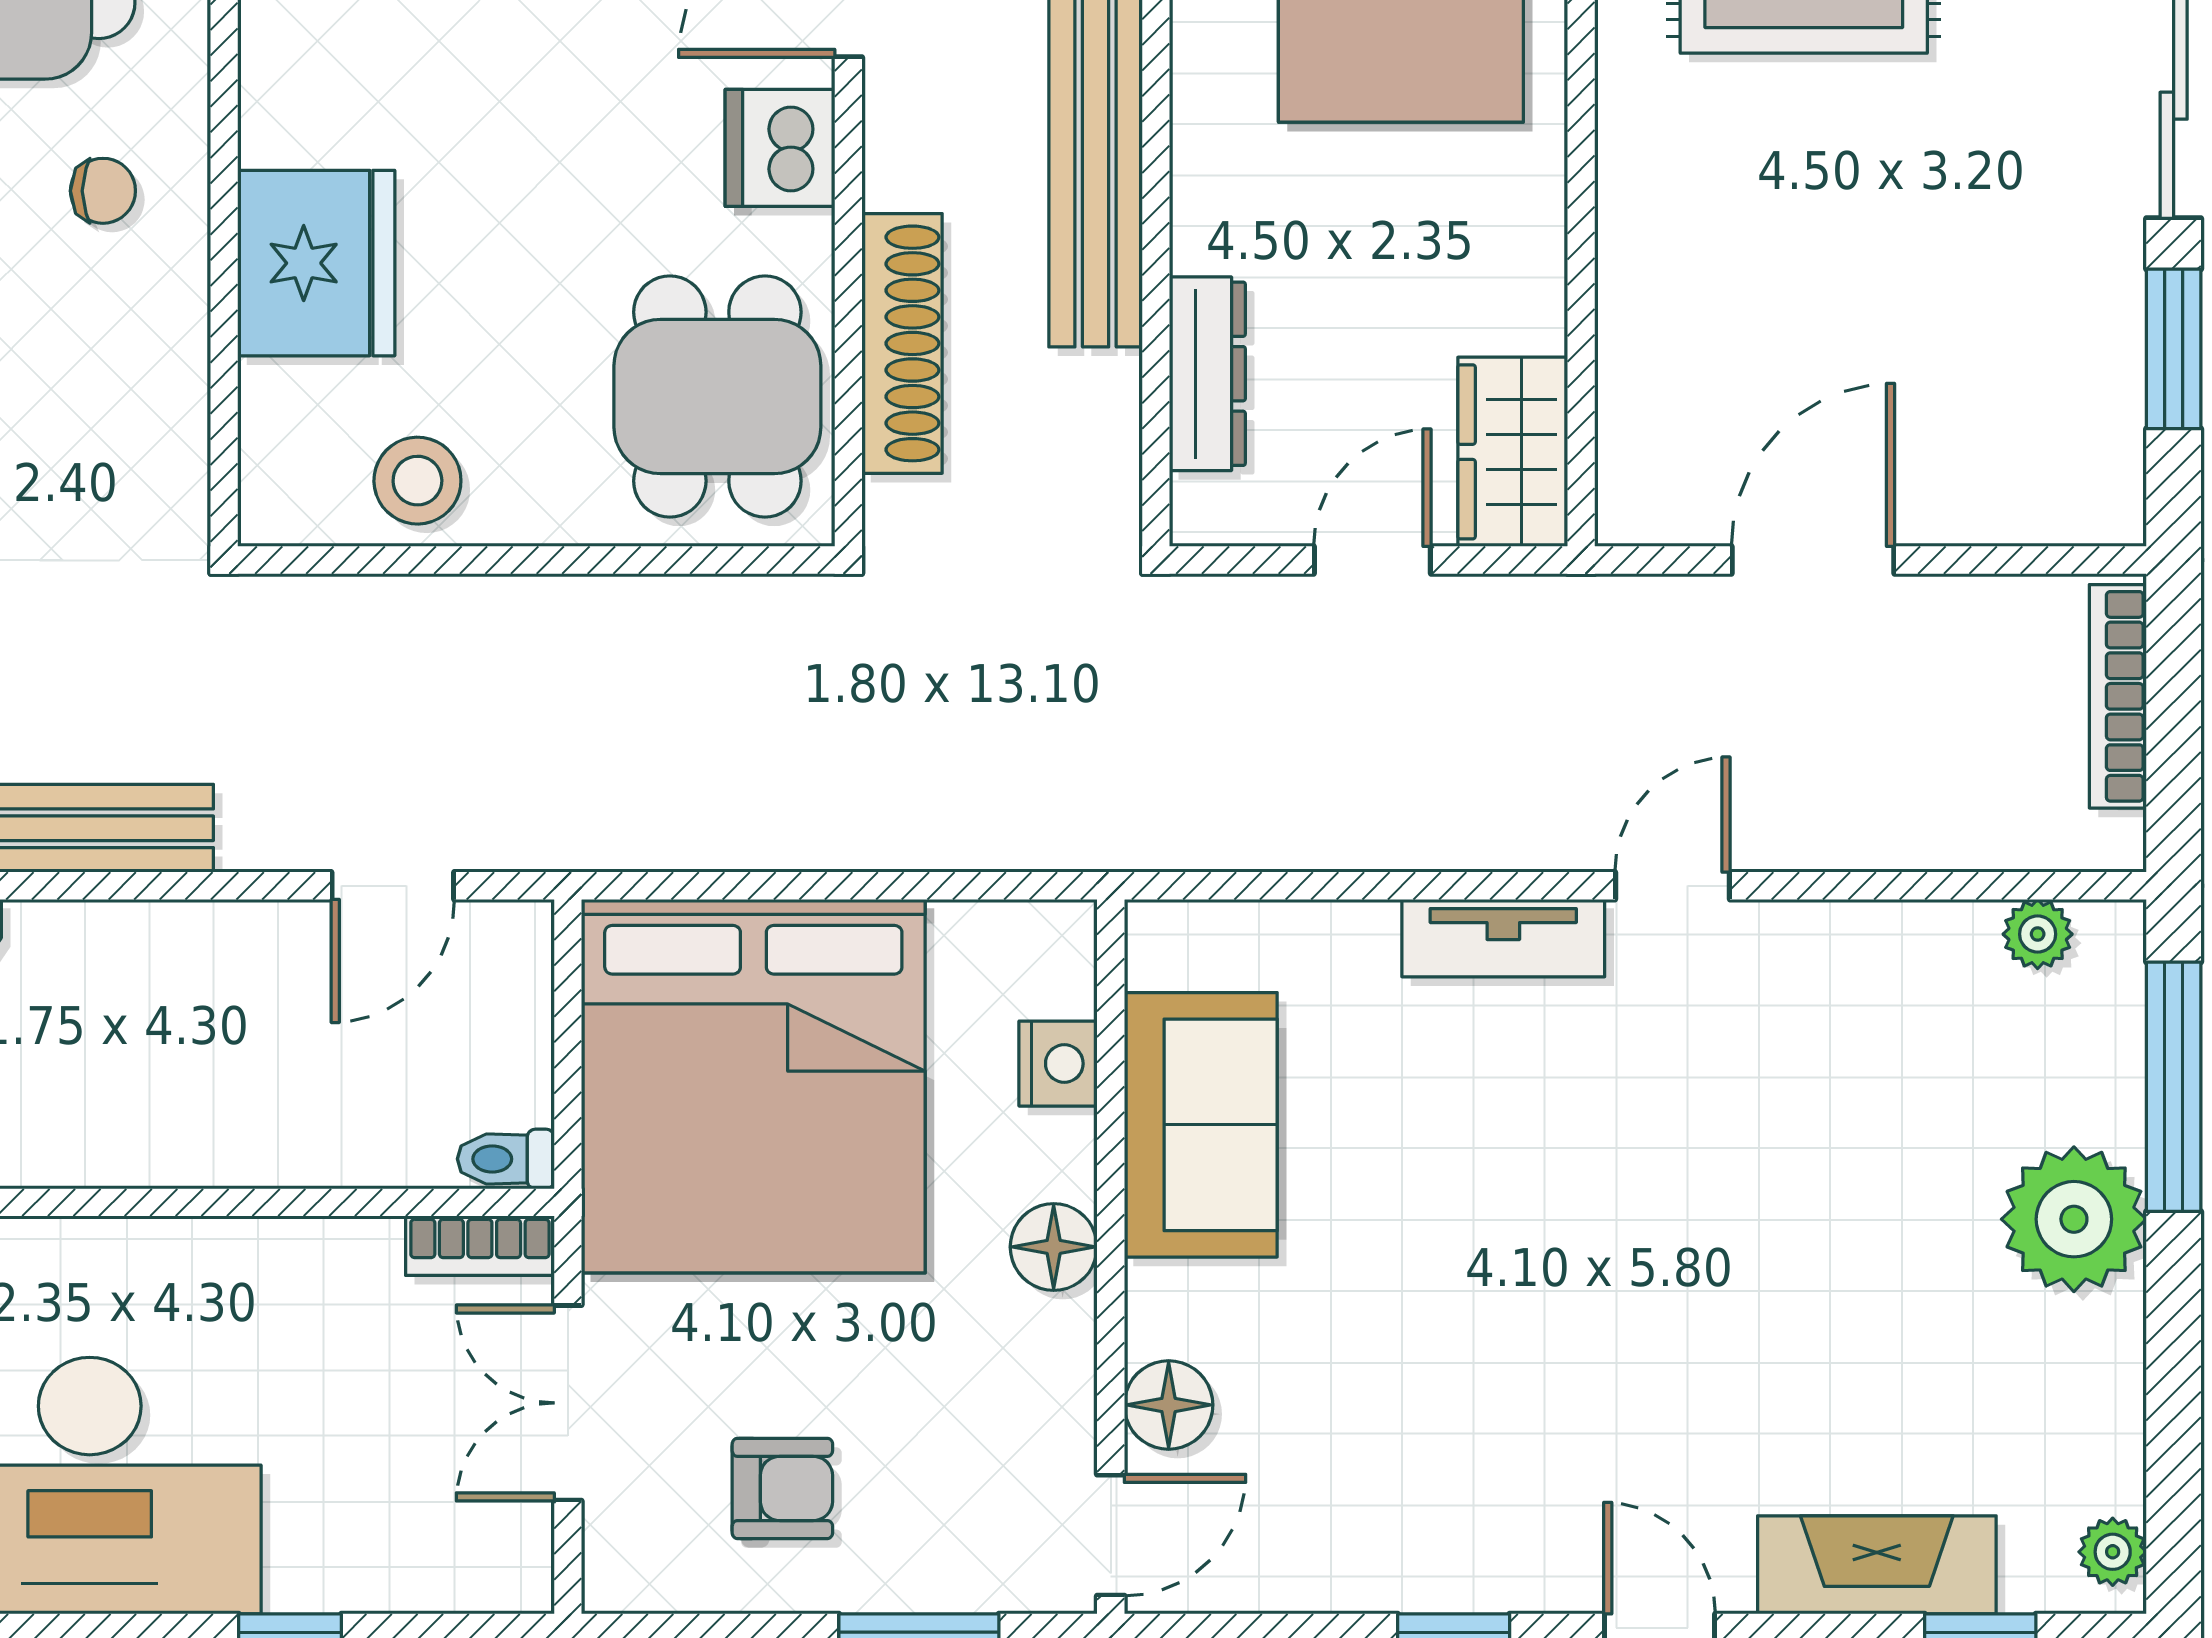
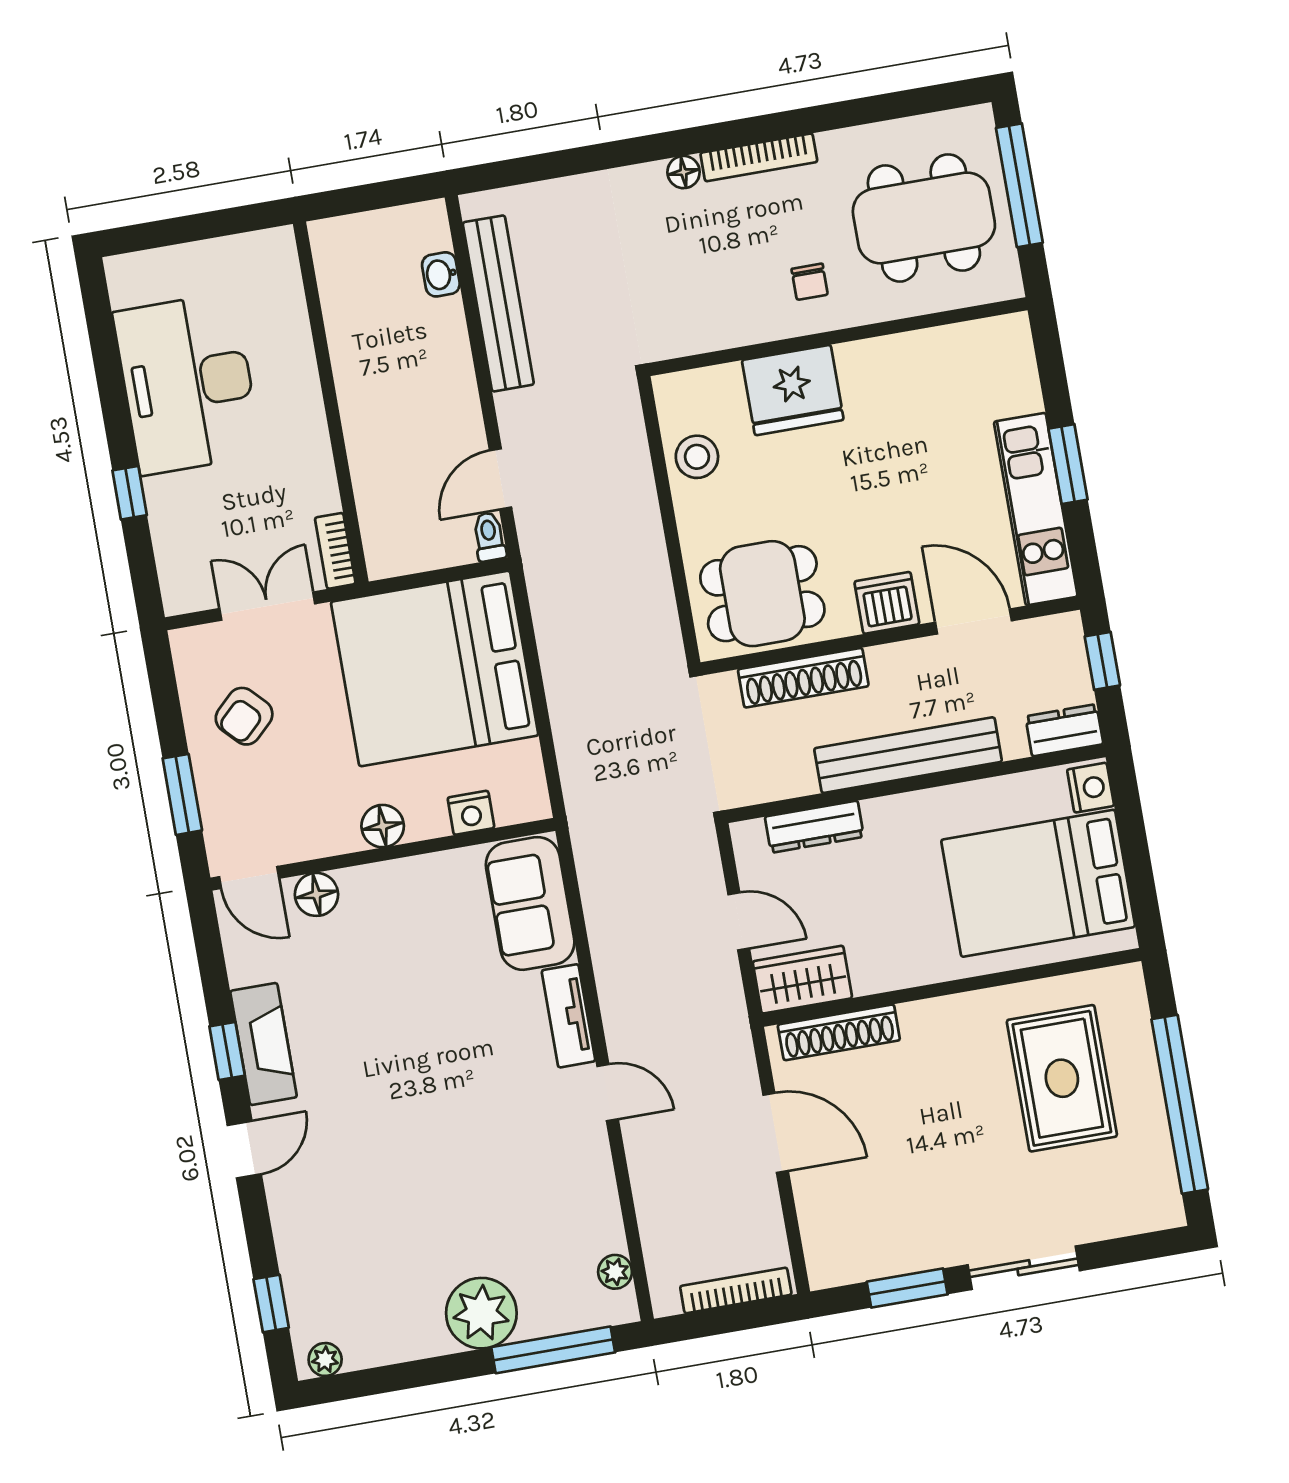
shoe rack: (1632, 397) -> (839, 1032), added
door: (393, 886) -> (501, 479), hinge flipped
sofa: (1201, 1125) -> (530, 903), moved, turned 90
toilet: (506, 1159) -> (489, 537), moved
armchair: (782, 1488) -> (244, 716), turned 46
fireplace: (1877, 1565) -> (264, 1044), moved

